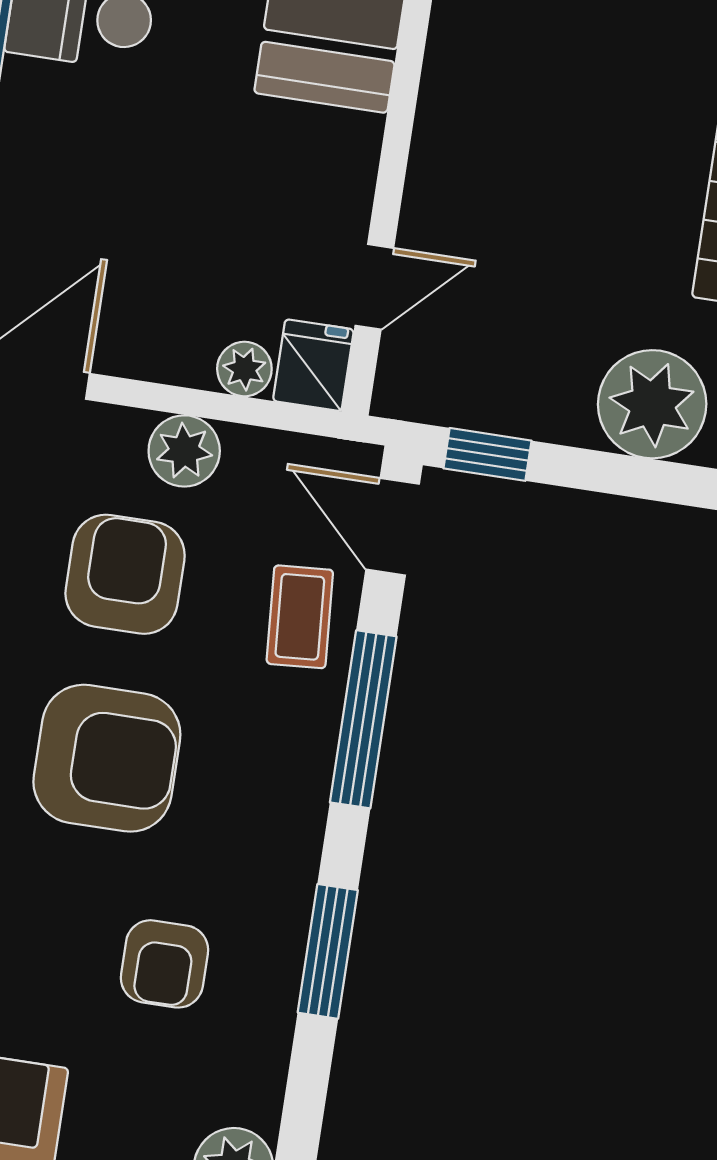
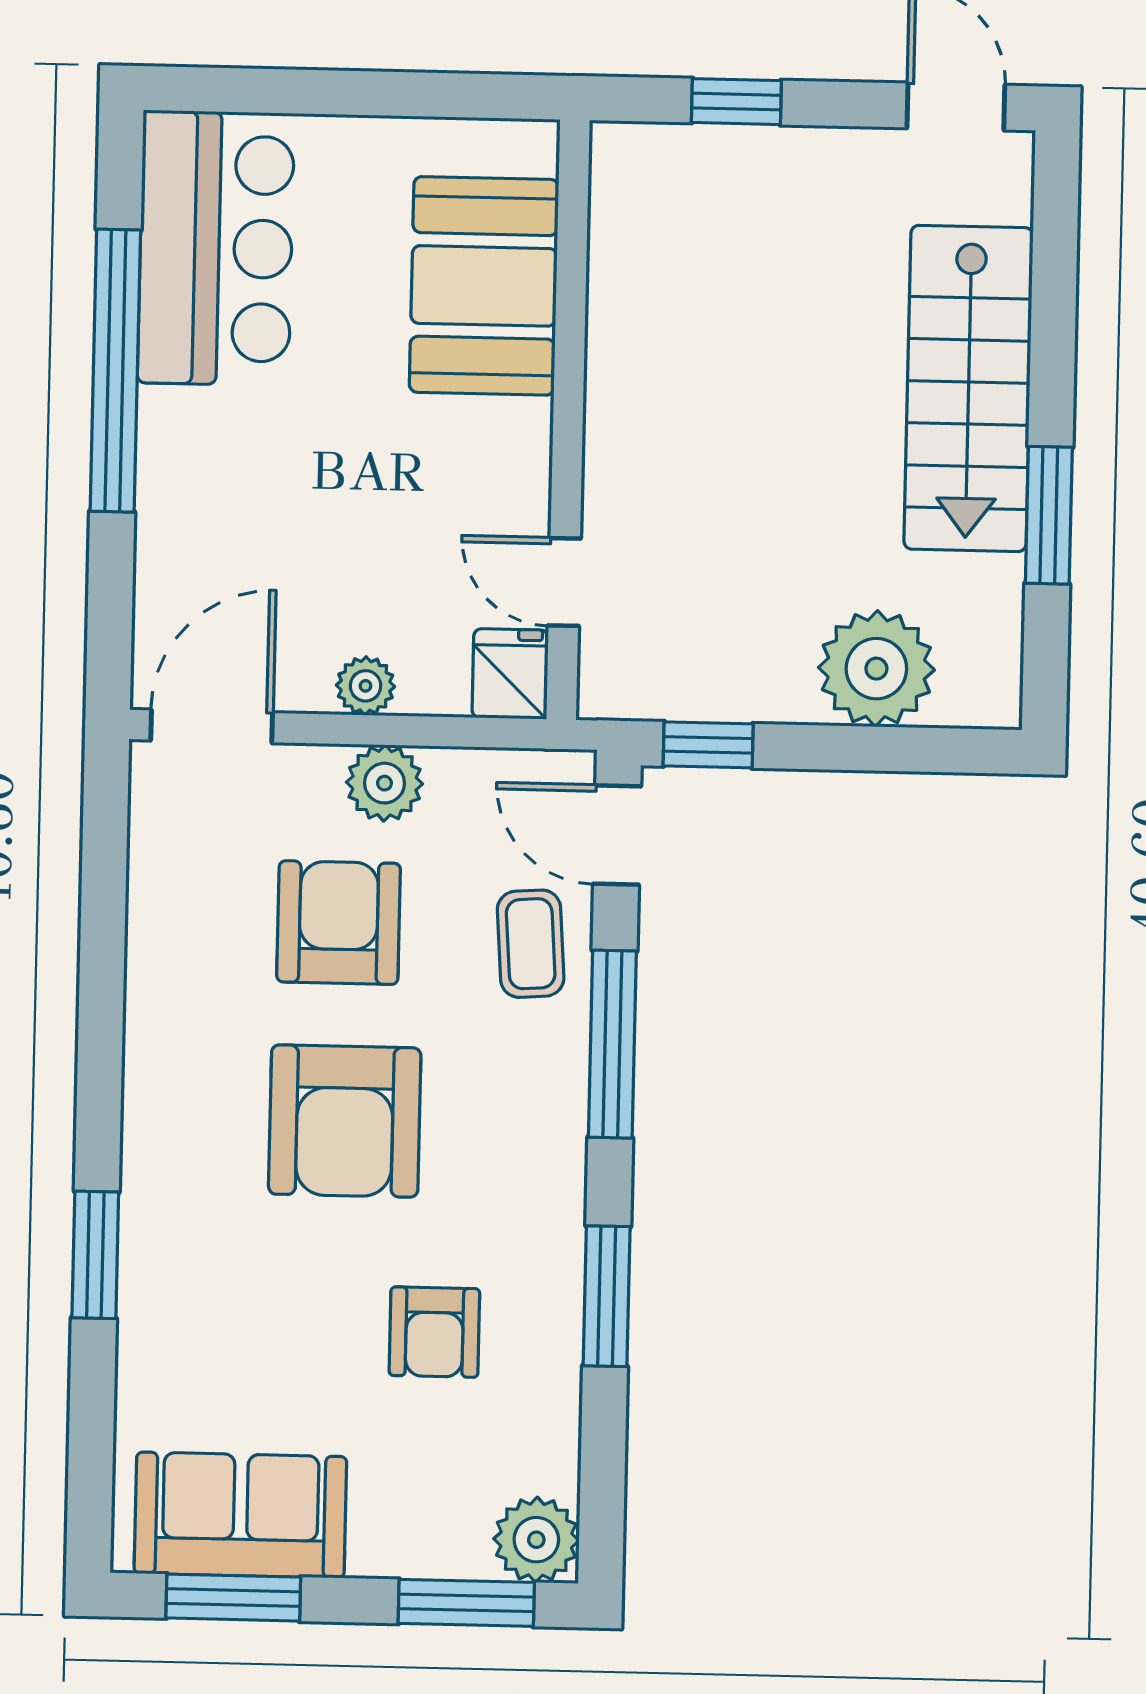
door: (374, 287) -> (564, 582), swing flipped
plant: (244, 369) -> (365, 686), moved
armchair: (107, 758) -> (345, 1121), turned 90

